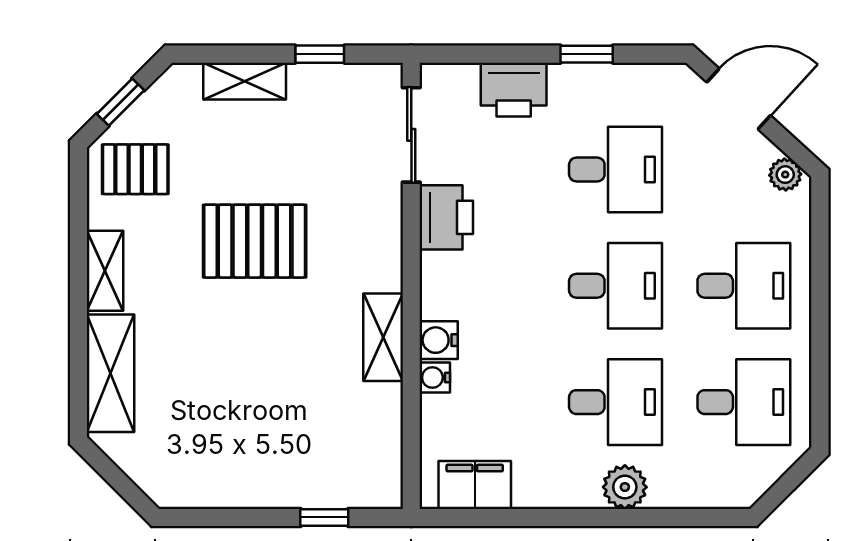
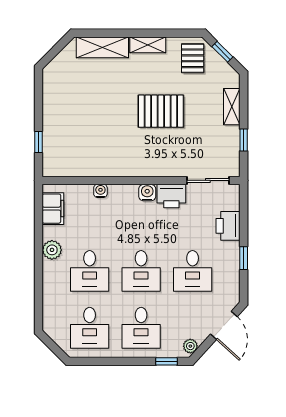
window: (820, 229) -> (166, 361), added
pallet: (255, 241) -> (161, 111), turned 90
shelving: (383, 337) -> (118, 168), removed
water cooler: (439, 340) -> (147, 193), moved
plant: (625, 487) -> (52, 250), moved

